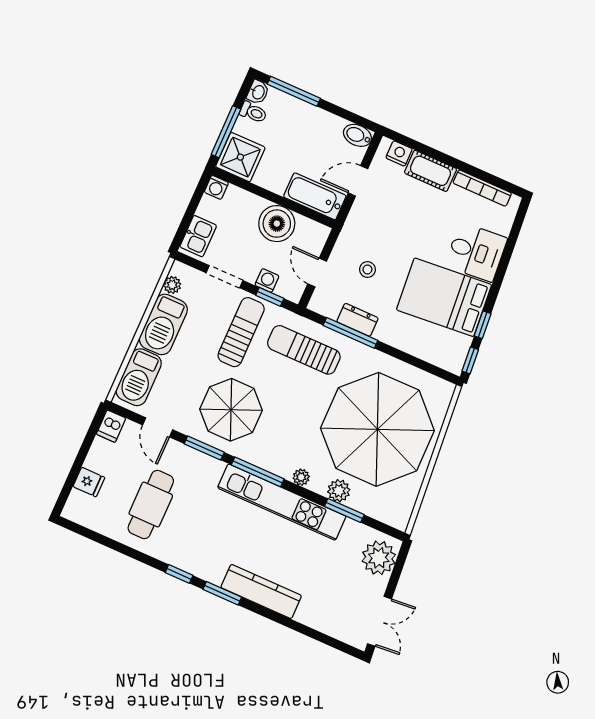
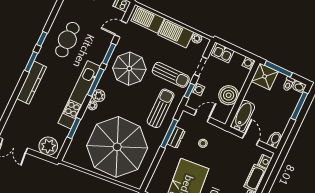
plant: (339, 491) -> (99, 96), moved
cafe table: (151, 505) -> (67, 40), moved, turned 90

